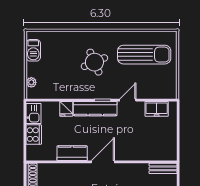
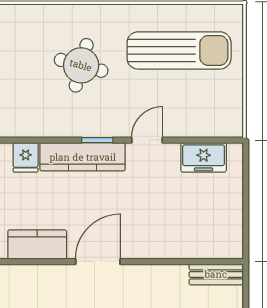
round table: (94, 62) -> (81, 65), turned 38

